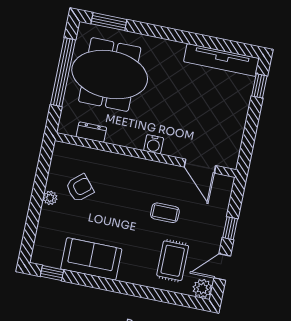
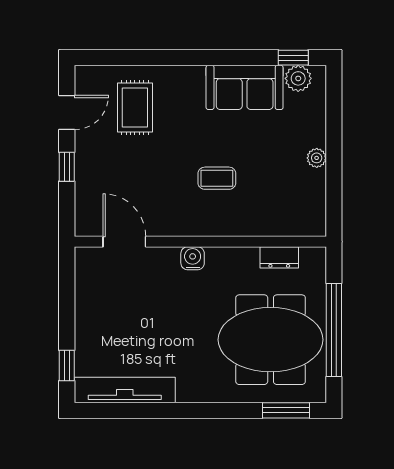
armchair: (80, 188) -> (280, 179), removed
coffee table: (165, 213) -> (217, 178), moved
plant: (202, 288) -> (298, 78), moved

